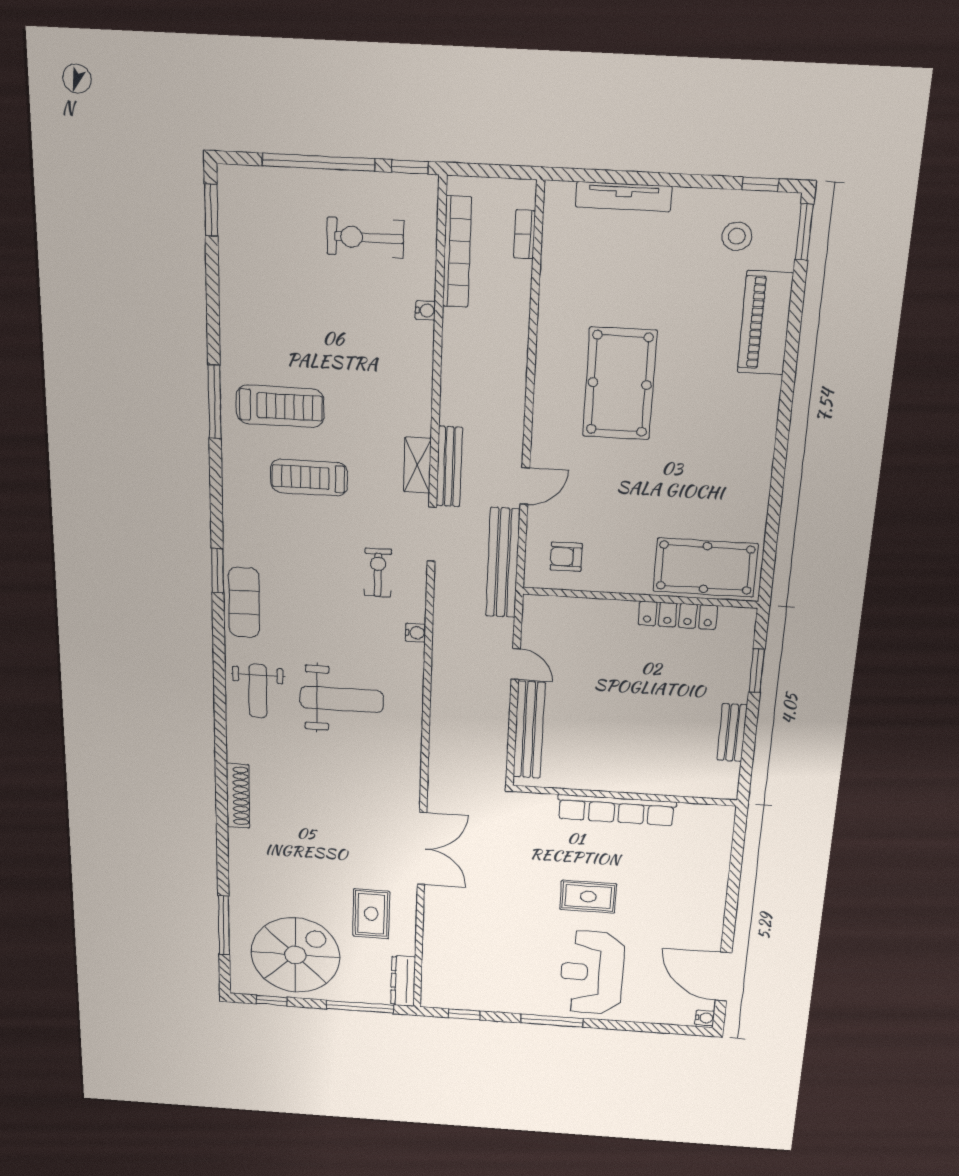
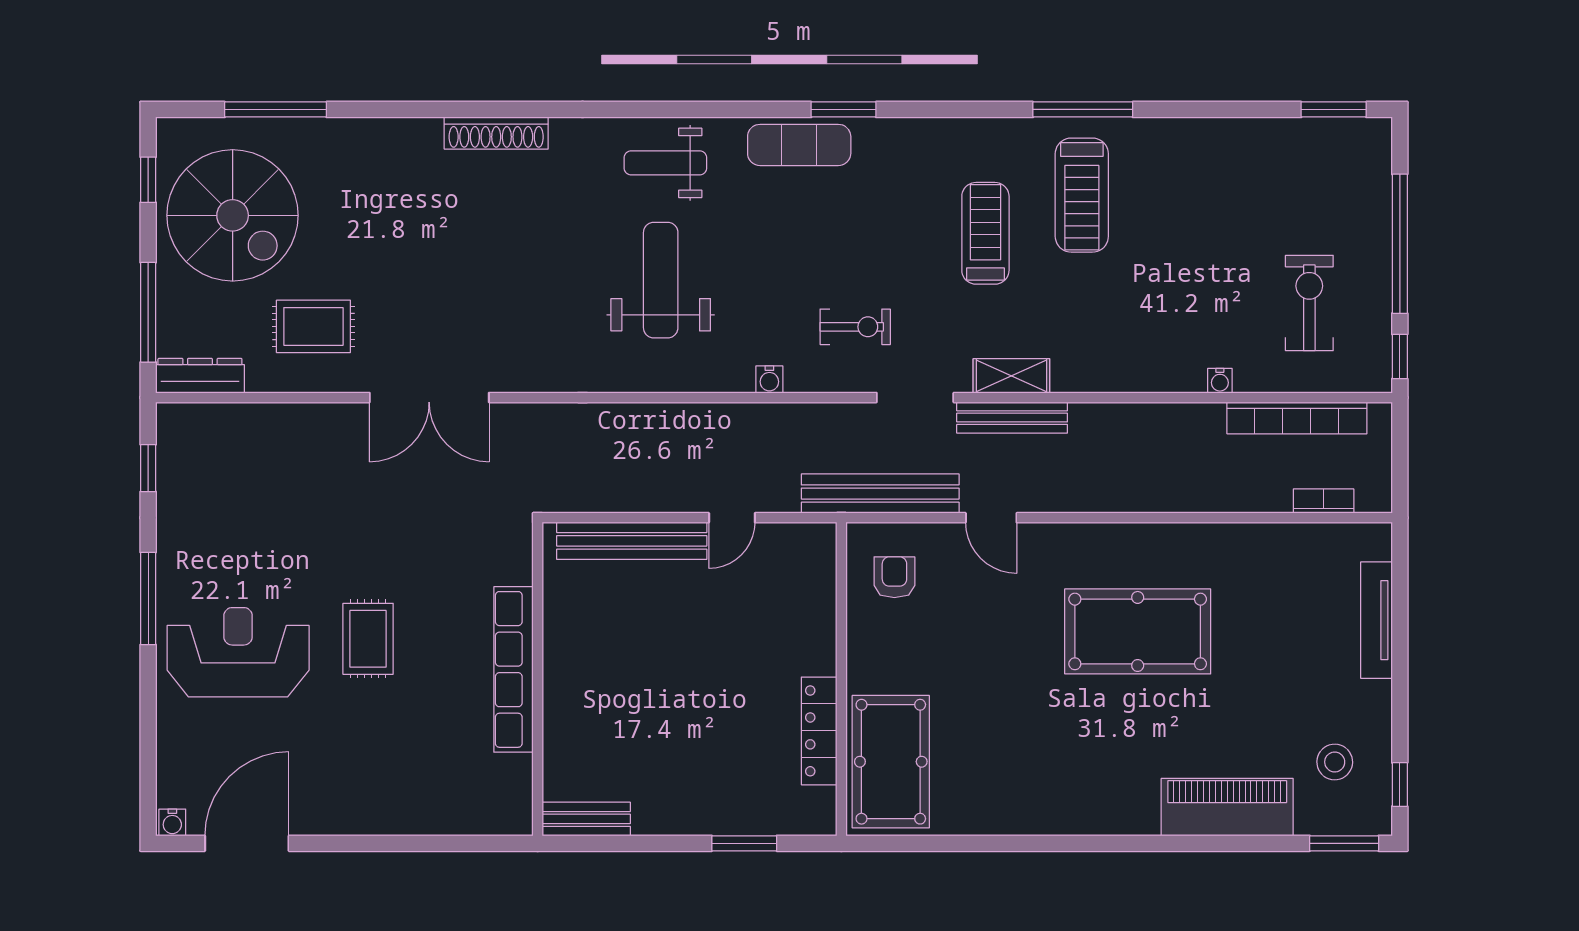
weight bench: (342, 699) -> (661, 280), turned 180
bench: (732, 733) -> (586, 819), moved

